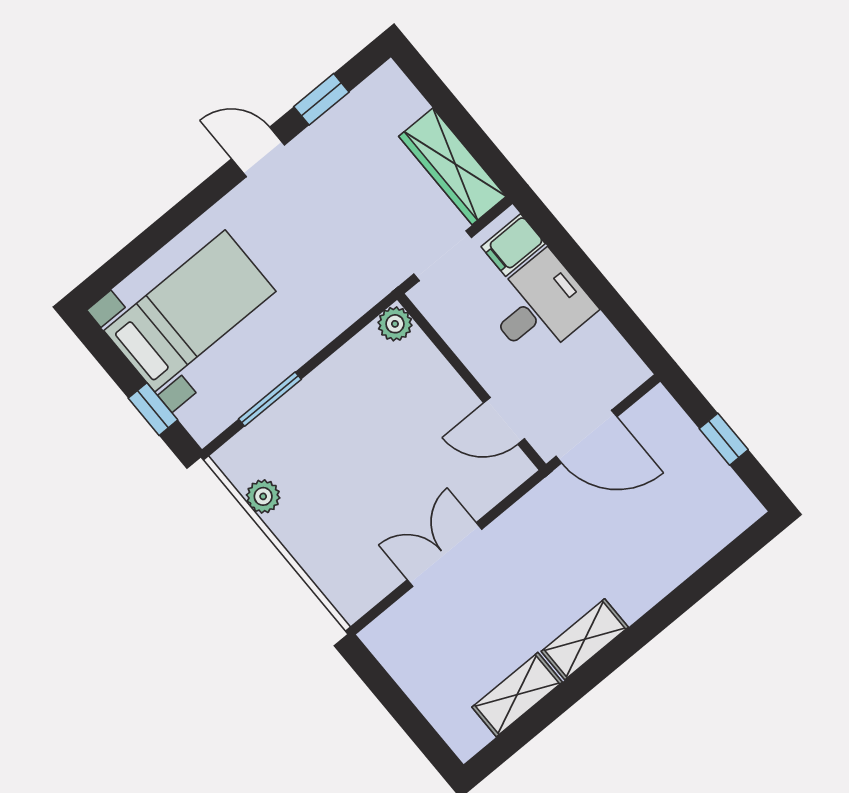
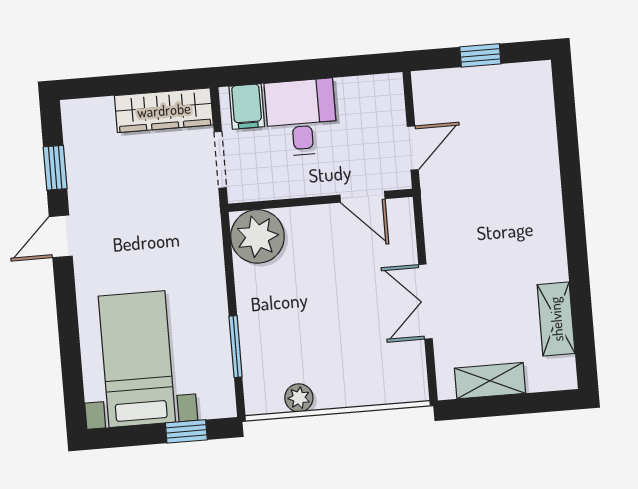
plant: (395, 324) -> (257, 236), width x1.88, depth x1.88
door: (504, 421) -> (363, 197), hinge flipped
door: (586, 437) -> (413, 148), width x0.73
shelving: (585, 639) -> (490, 381), moved, turned 90

